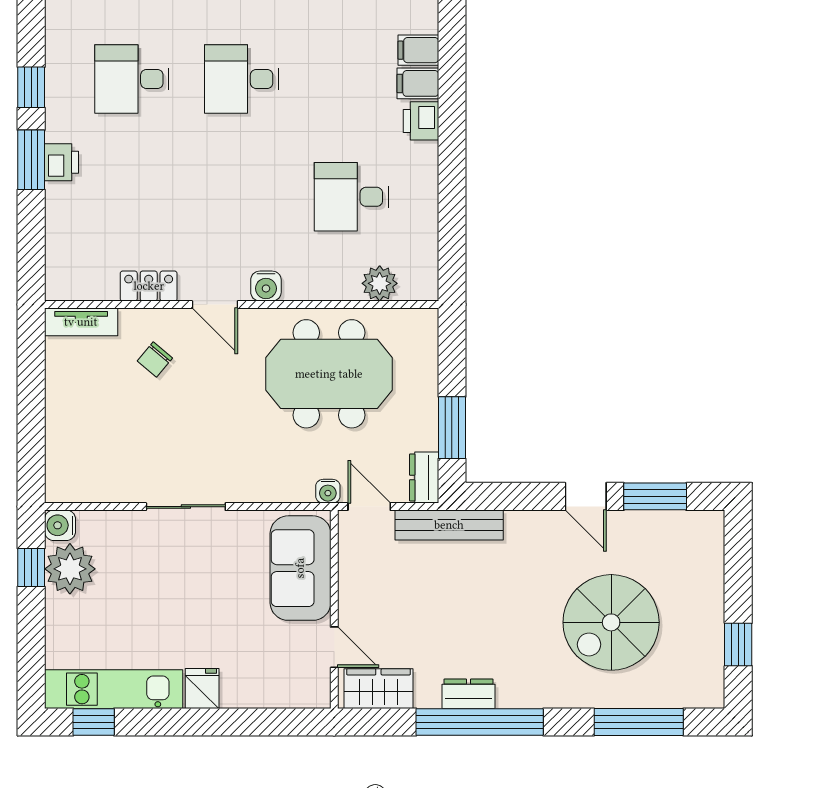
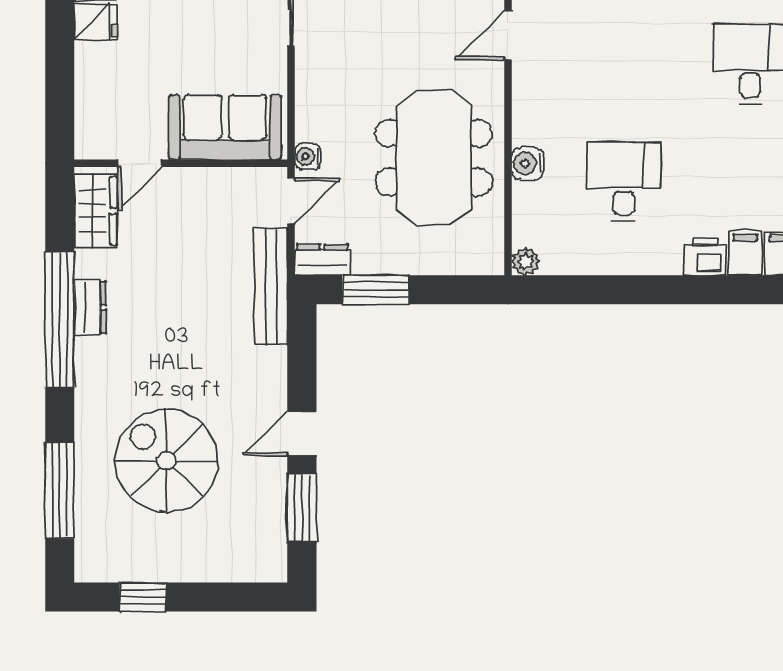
plant: (380, 283) -> (525, 261), moved, width x0.73, depth x0.73
water cooler: (266, 286) -> (528, 163), moved

